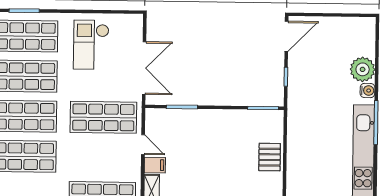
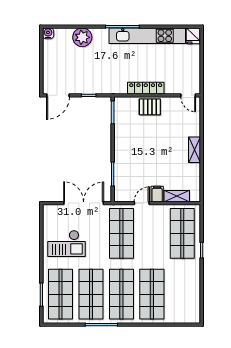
door: (286, 36) -> (58, 95), swing flipped
water cooler: (367, 91) -> (48, 33), moved
locker: (294, 152) -> (146, 88), added

